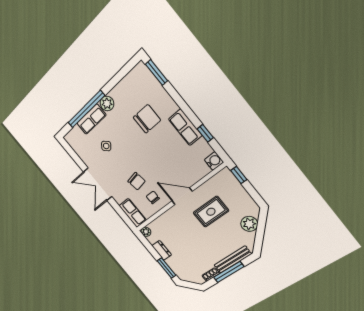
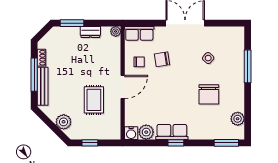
plant: (107, 103) -> (238, 119), moved
window: (86, 109) -> (248, 66), width x0.68
row of seats: (91, 119) -> (237, 64), removed
chair: (147, 119) -> (209, 94), moved
window: (205, 133) -> (176, 143), moved
plant: (203, 149) -> (146, 132), added
window: (239, 175) -> (90, 143), moved

